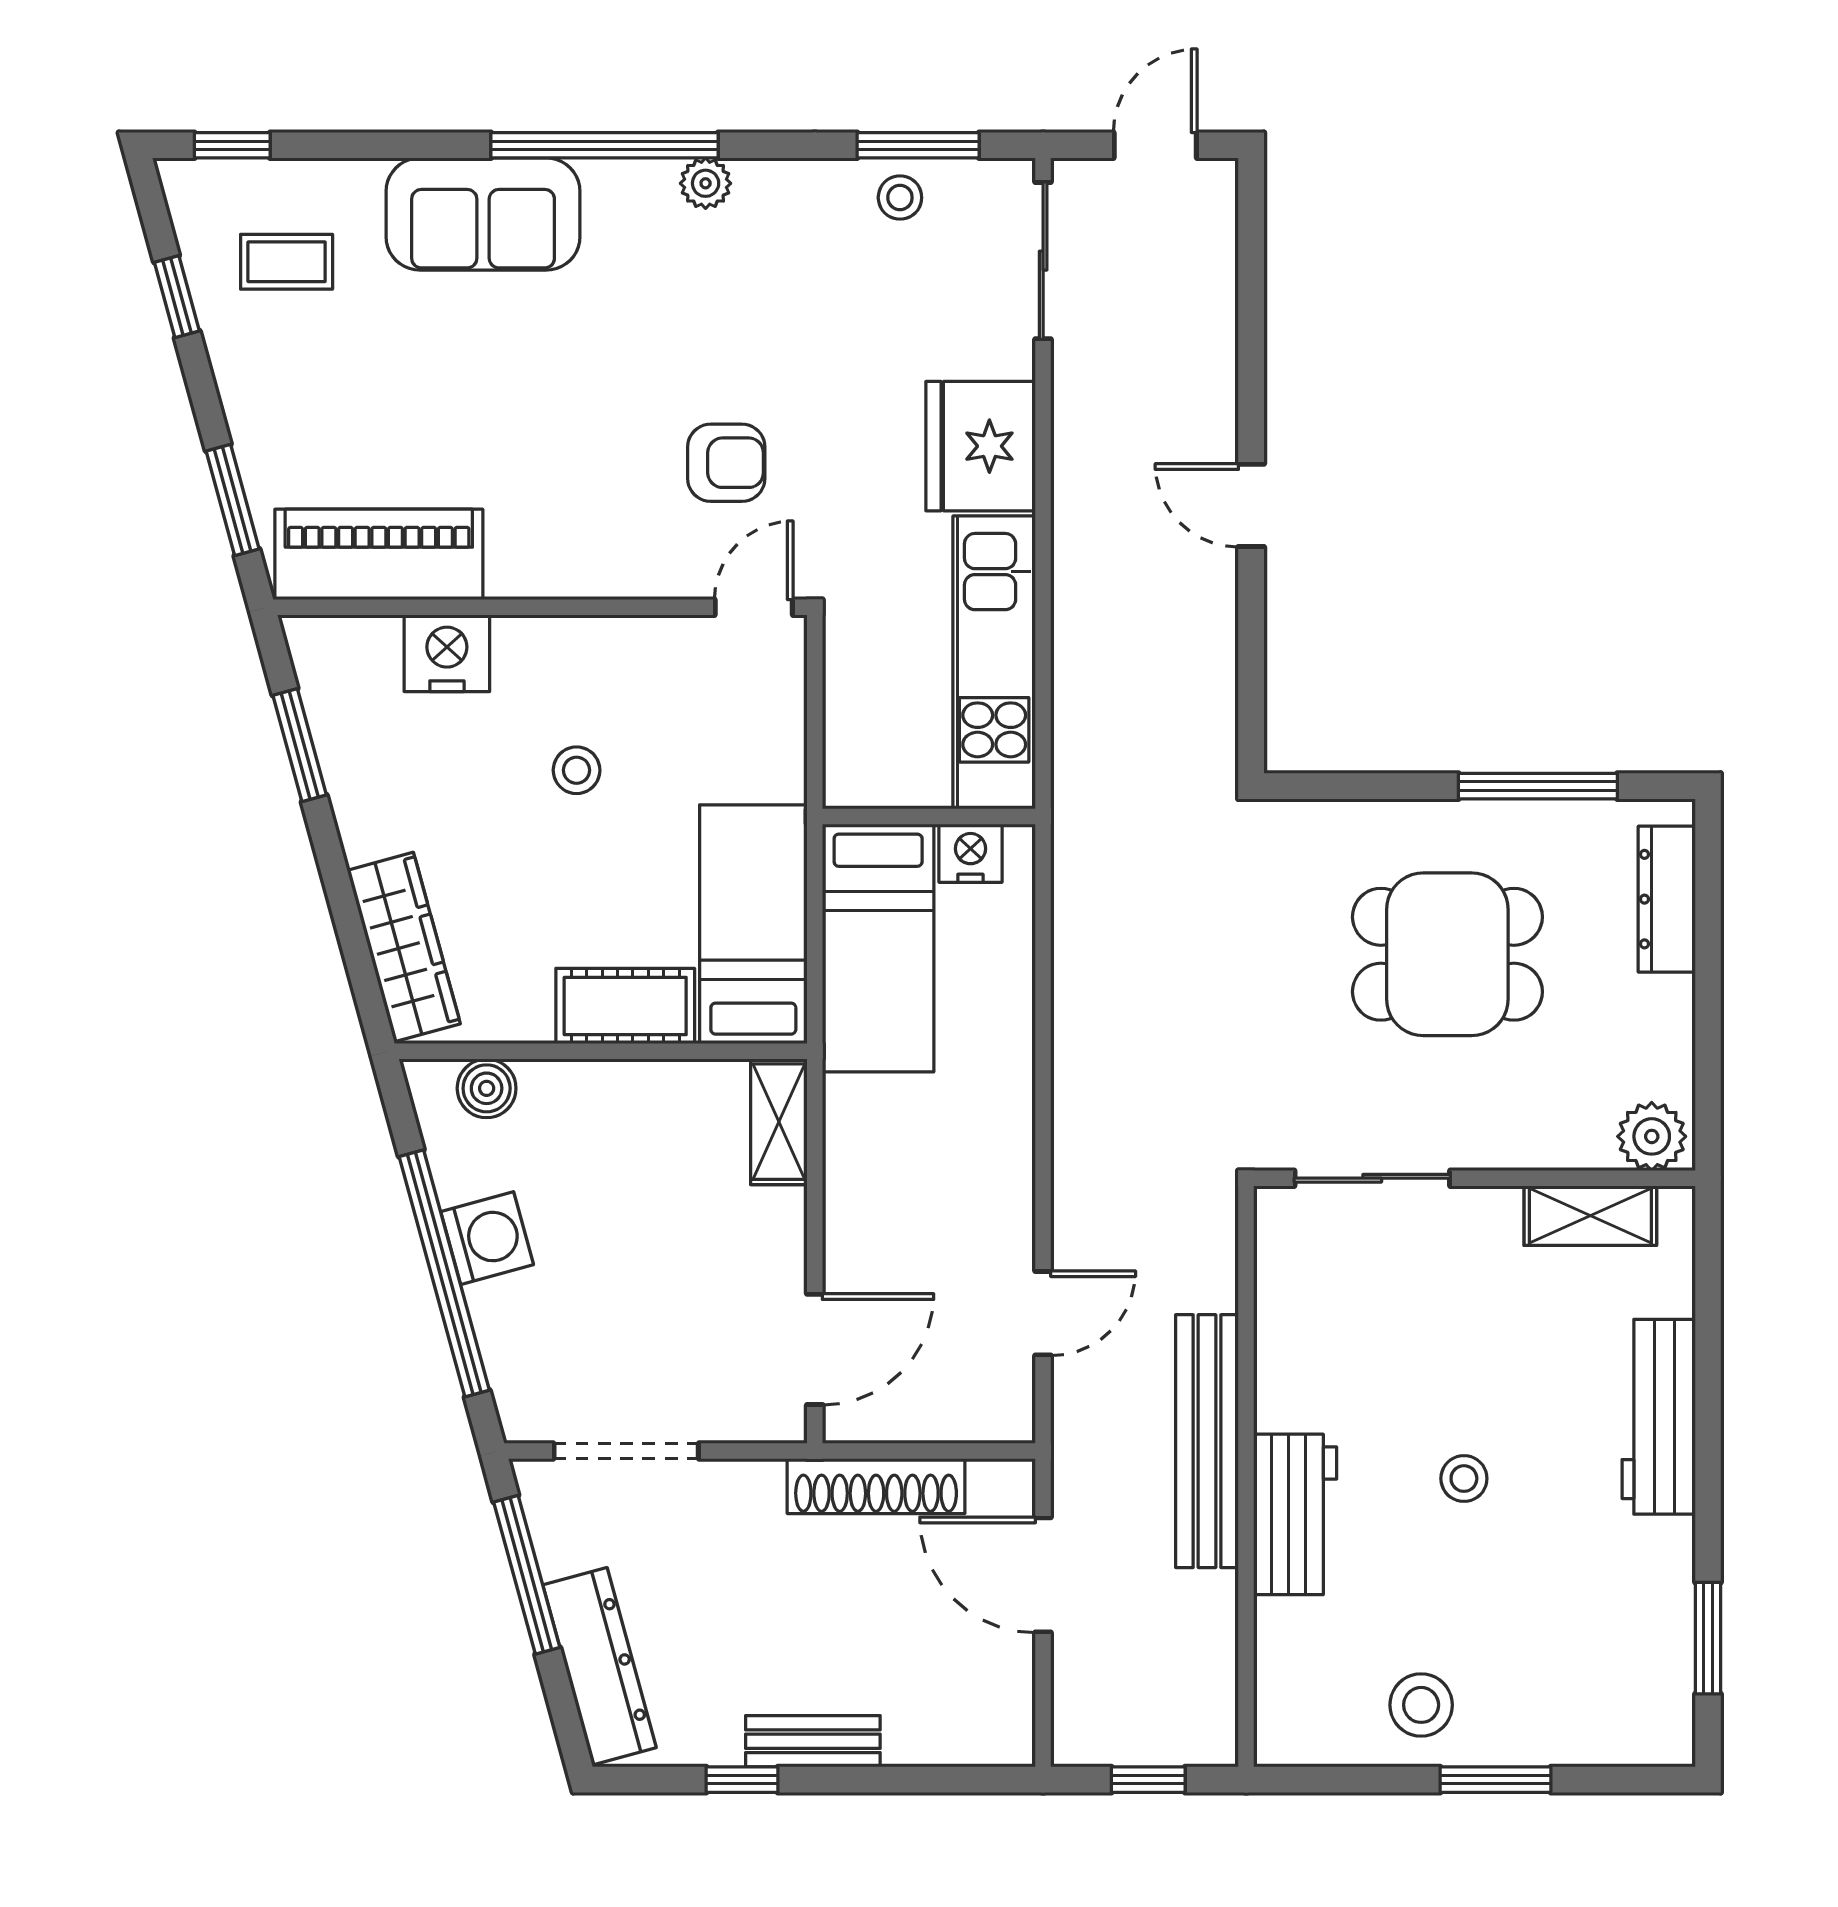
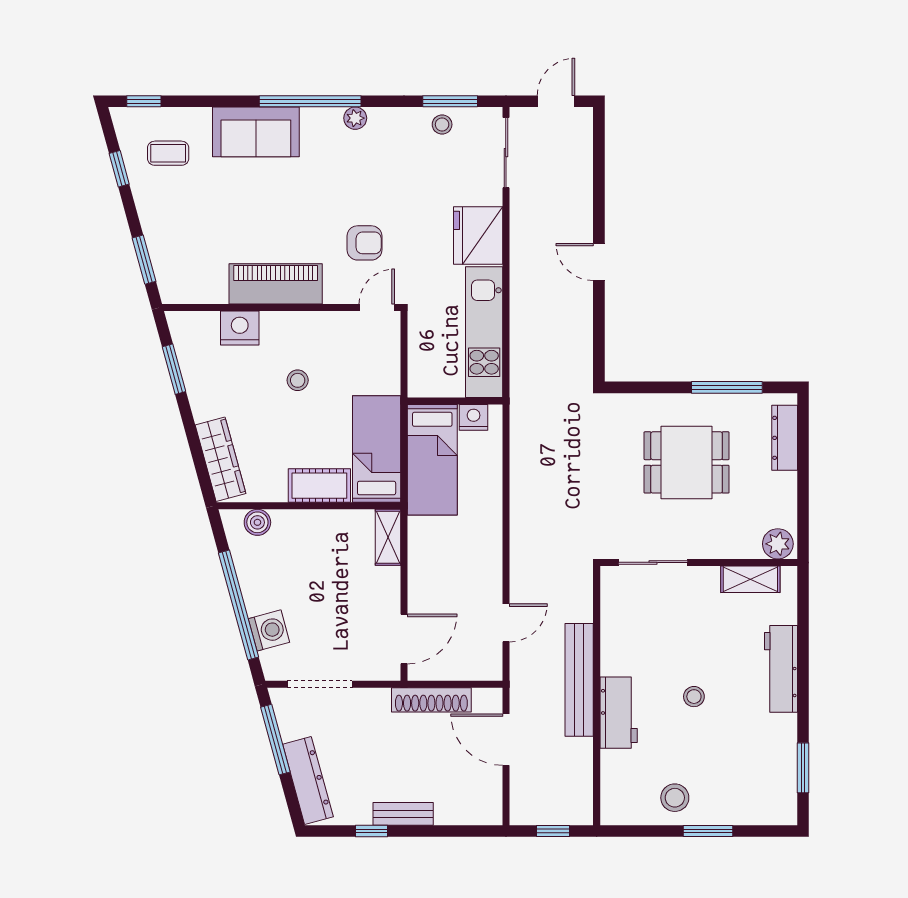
piano: (379, 554) -> (276, 284), moved
washing machine: (487, 1238) -> (269, 630), moved

